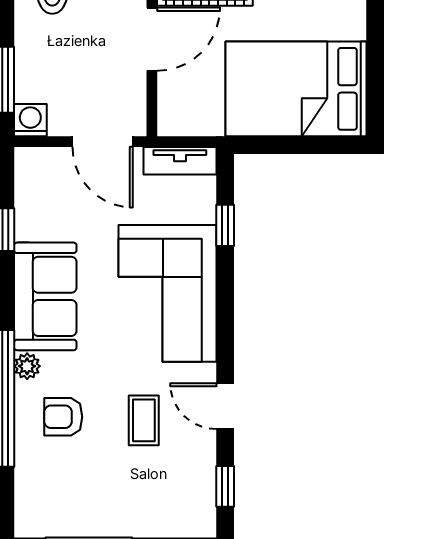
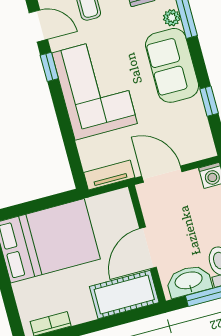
window: (225, 225) -> (49, 67), moved

